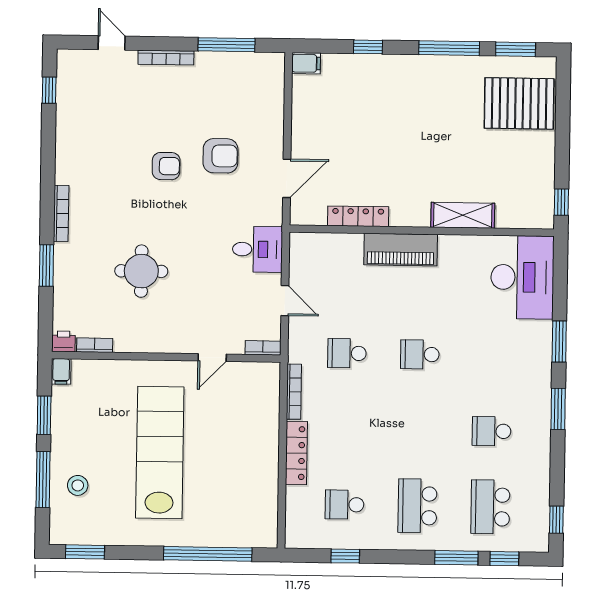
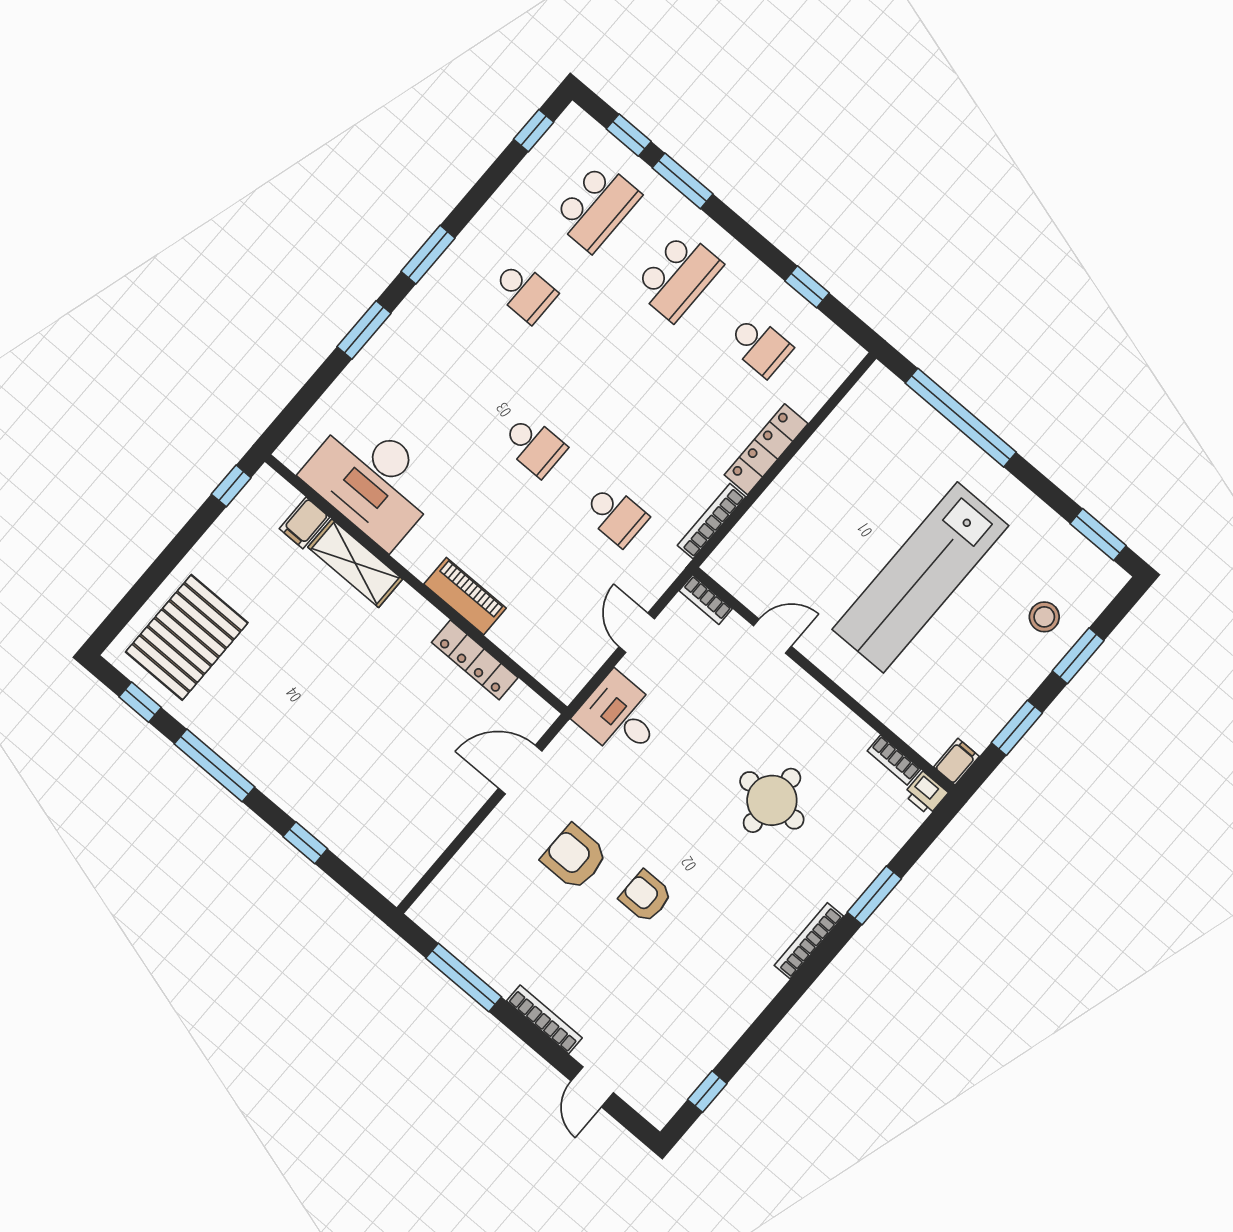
window: (516, 49) -> (140, 702), width x0.67
filing cabinet: (306, 63) -> (304, 523), moved, turned -90
pallet: (519, 103) -> (187, 637), turned 90
piano: (401, 250) -> (465, 596), width x0.73, depth x0.75
desk: (522, 277) -> (372, 480), moved, turned -90
window: (43, 480) -> (1078, 656), width x0.69

